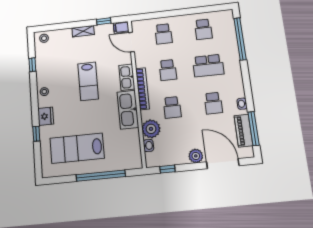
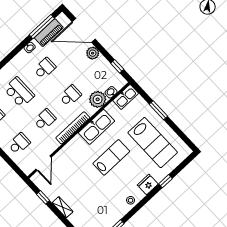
filing cabinet: (121, 27) -> (38, 180), removed
kitchen sink: (127, 77) -> (126, 97), moved
lab bench: (88, 81) -> (111, 157), moved
door: (223, 164) -> (84, 30), hinge flipped
window: (101, 176) -> (158, 110), width x0.47

